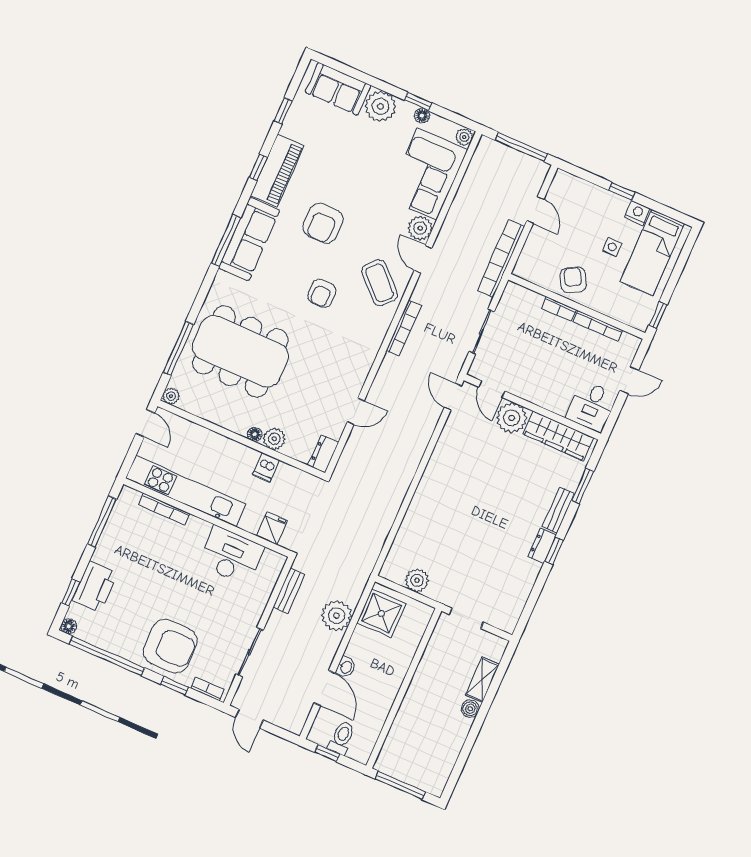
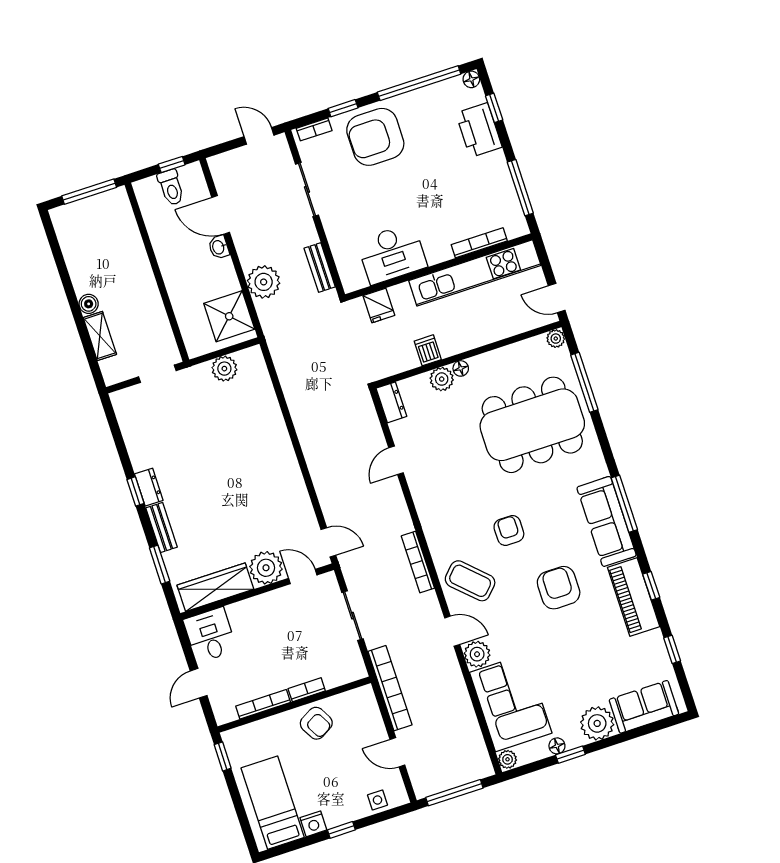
side table: (612, 247) -> (378, 800), moved

